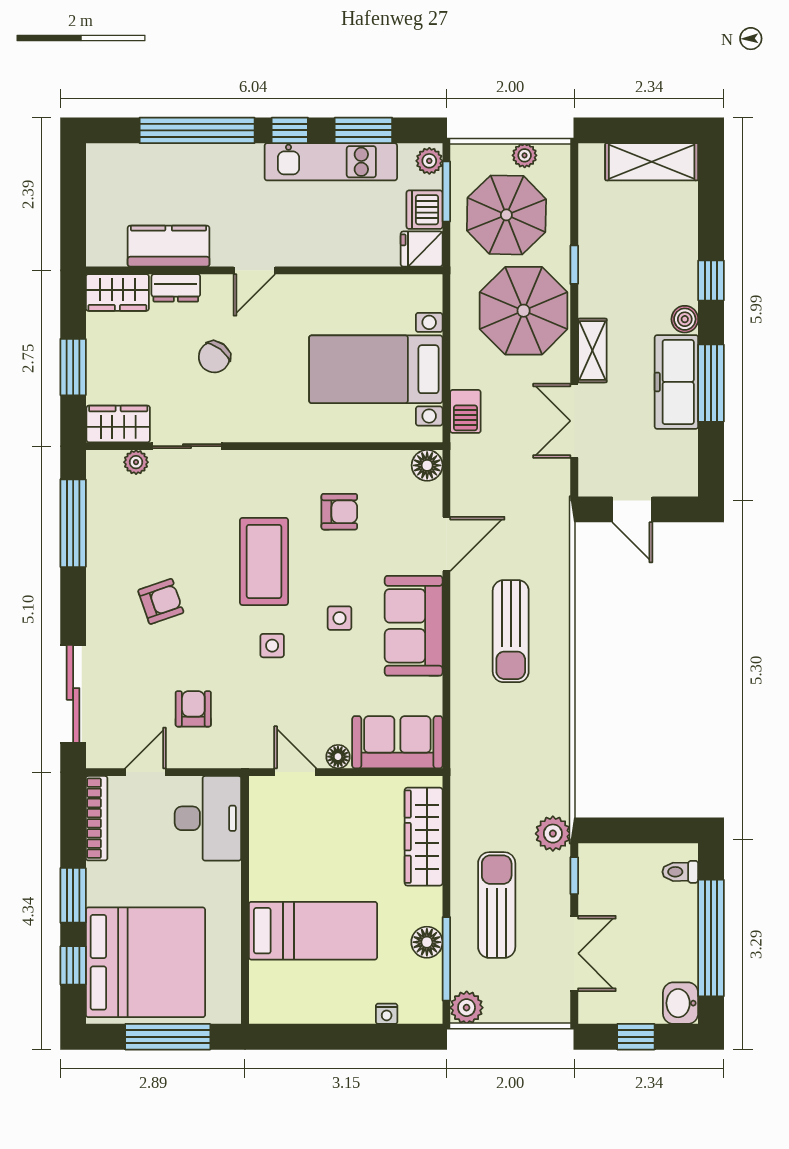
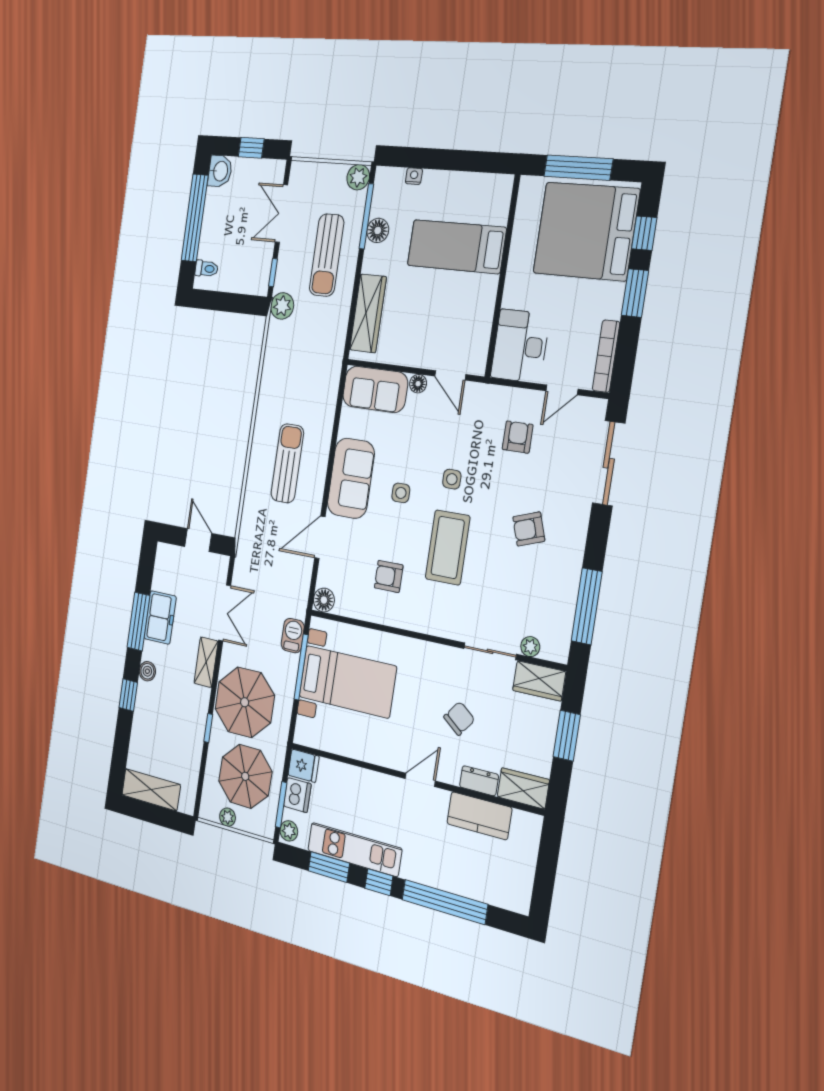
window: (446, 374) -> (301, 667), added
freezer: (676, 382) -> (160, 617), width x0.71
armchair: (193, 709) -> (518, 437), turned 180

